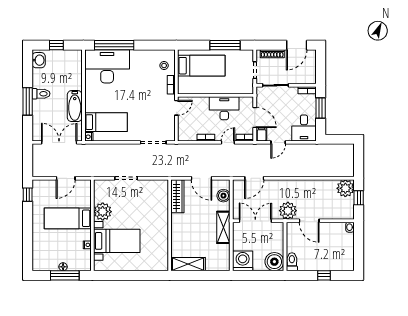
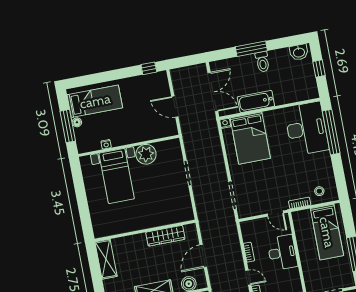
desk: (224, 108) -> (282, 253), moved
bed: (106, 122) -> (250, 138), width x1.50
wardrobe: (177, 196) -> (165, 236), moved
bed: (68, 218) -> (95, 101), moved, turned 90

